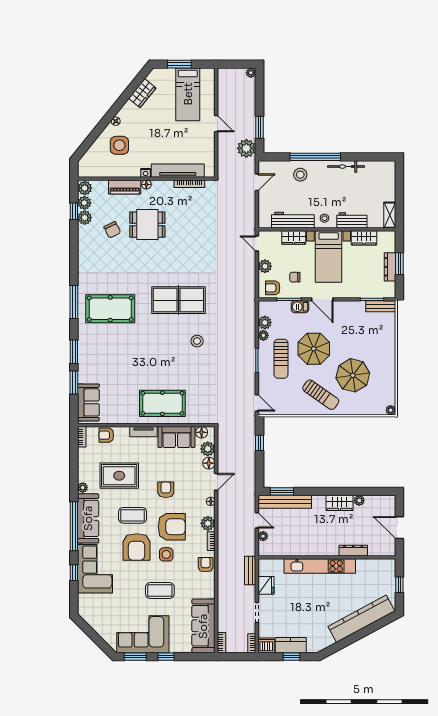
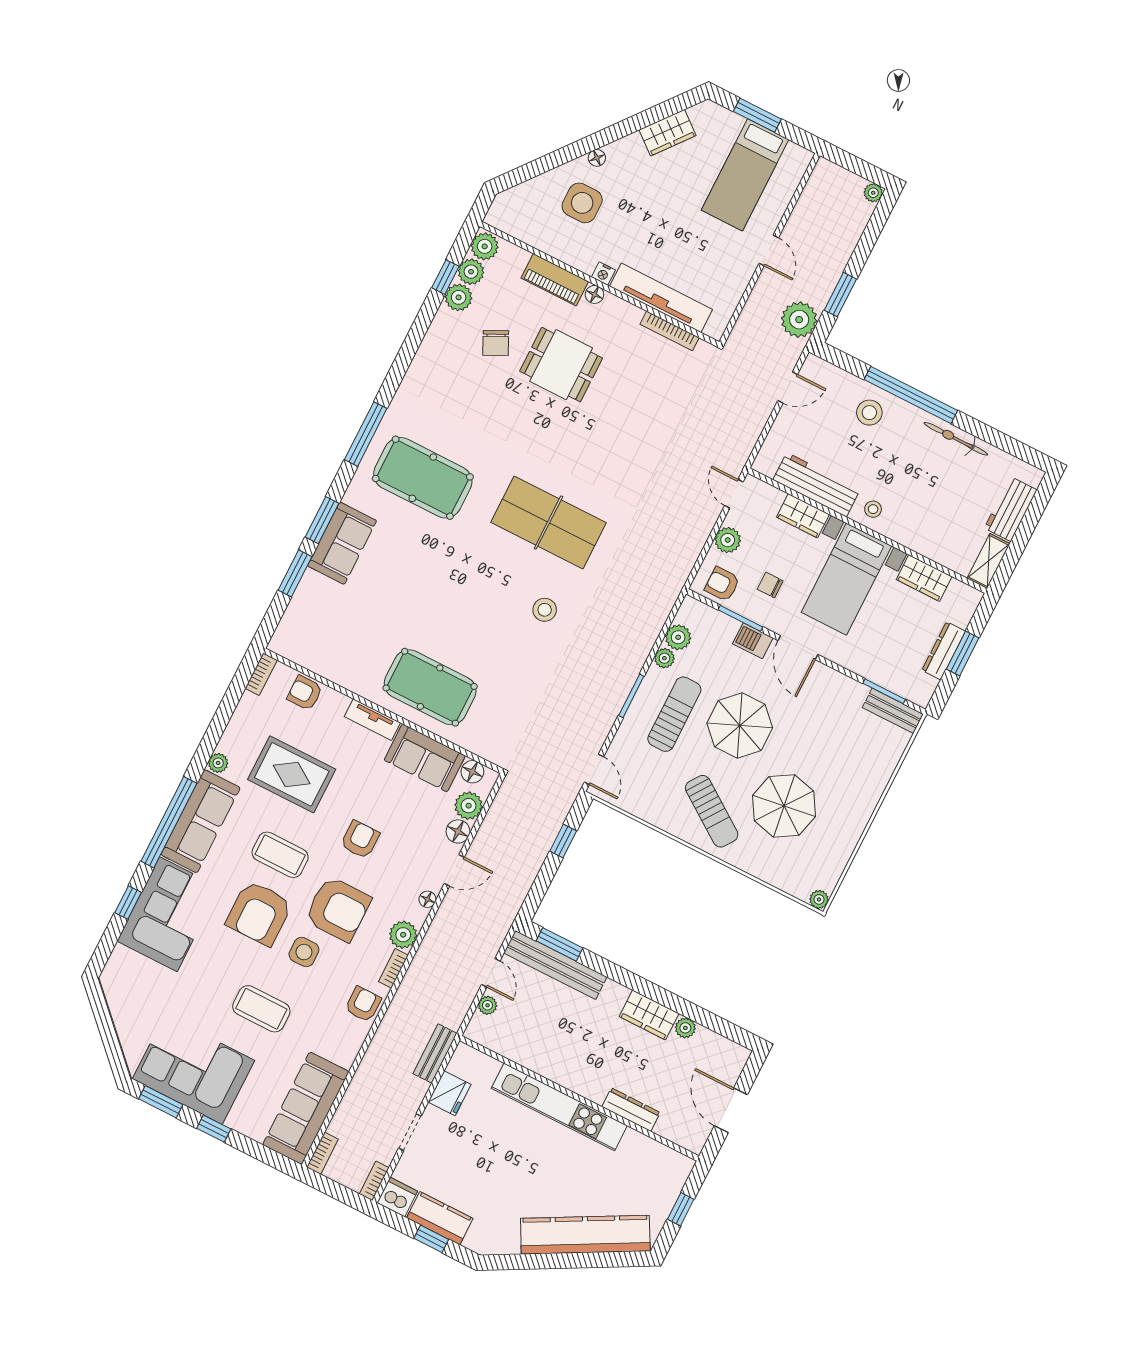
workbench: (352, 220) -> (1011, 509), moved, turned -90
sun lounger: (281, 359) -> (674, 714), turned 180
sofa: (88, 402) -> (342, 543), moved

